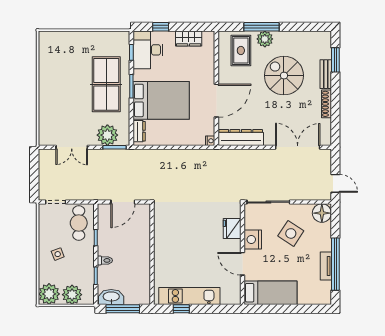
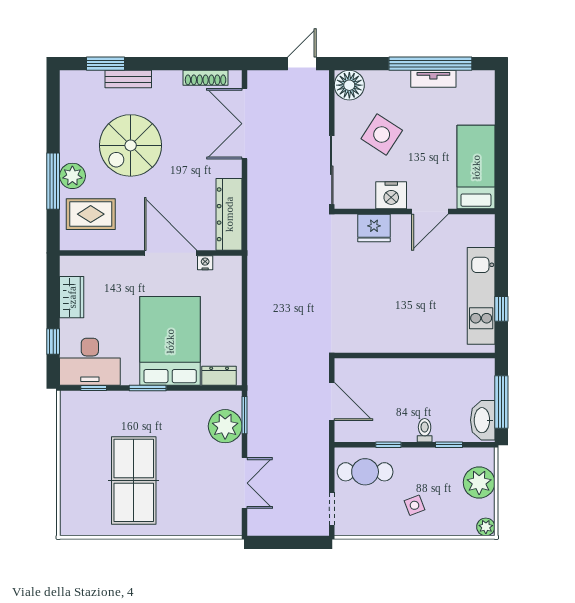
table tennis table: (106, 84) -> (134, 480), moved, turned 90
shoe rack: (326, 104) -> (206, 78), moved
nightstand: (210, 141) -> (205, 263), moved
plant: (49, 294) -> (486, 527), width x0.53, depth x0.53

